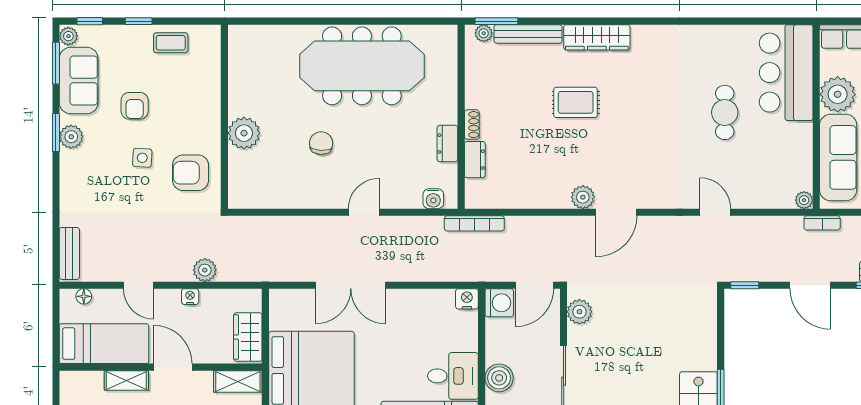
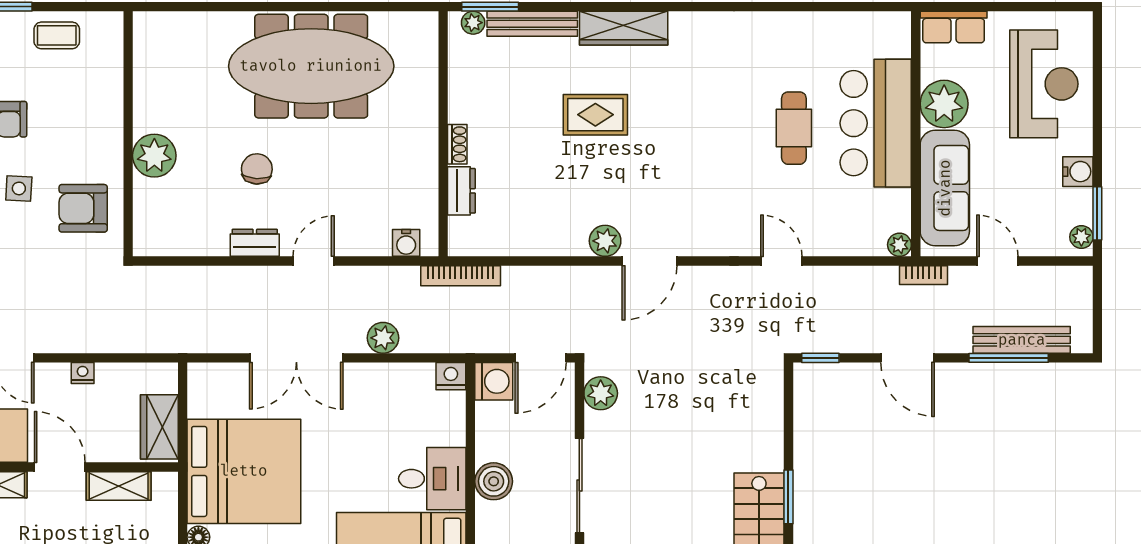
bar counter: (786, 73) -> (876, 123), moved
dresser: (447, 144) -> (255, 243), moved, turned 90
plant: (205, 270) -> (383, 338), moved
shelving: (238, 381) -> (119, 486), moved

